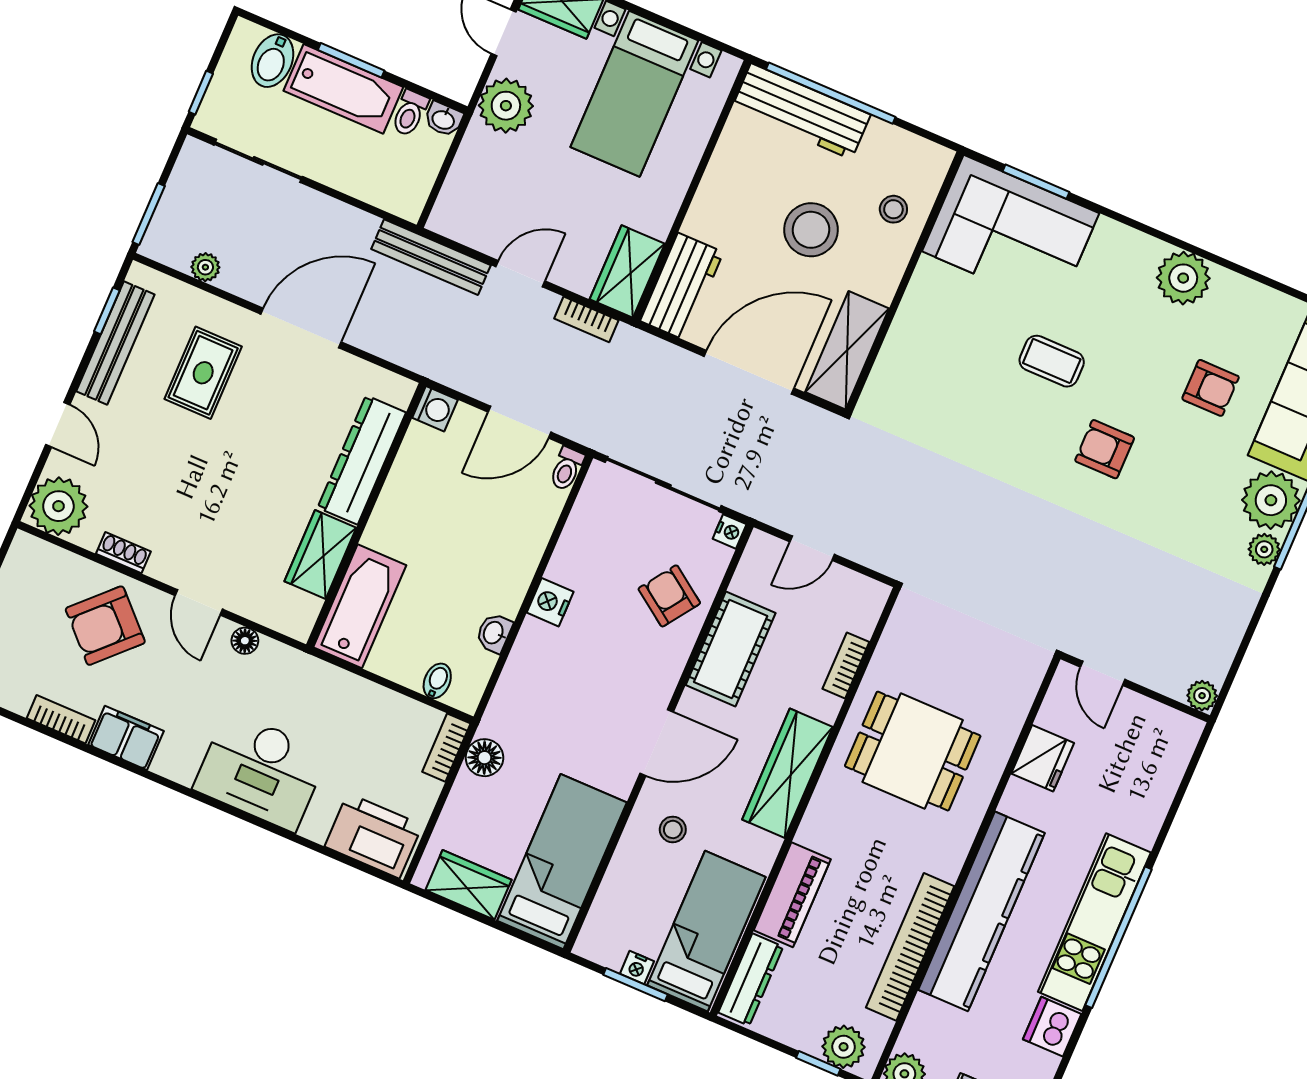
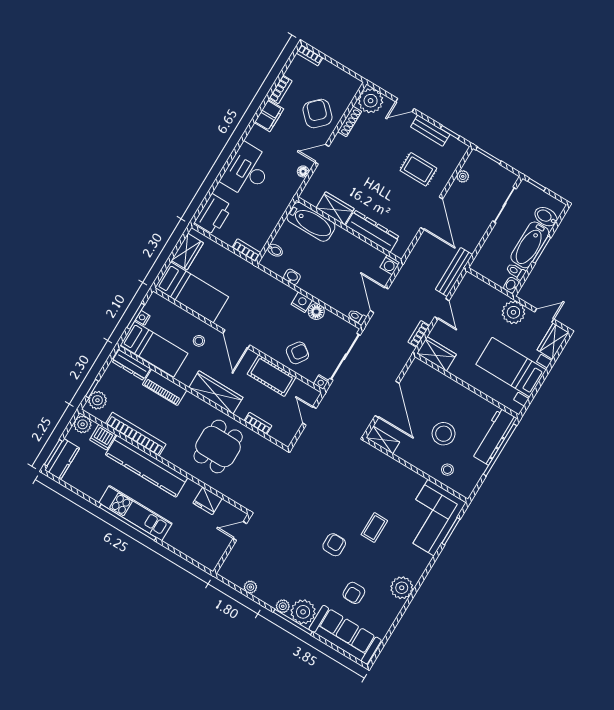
workbench: (682, 287) -> (427, 376), removed
bench: (115, 343) -> (430, 131), width x0.73
shelving: (847, 350) -> (383, 440), width x0.67, depth x0.75
shoe rack: (123, 553) -> (350, 122), width x1.43
plant: (1202, 696) -> (250, 587), moved
floor lamp: (484, 758) -> (316, 312), moved
dishwasher: (1052, 1027) -> (103, 437), moved, turned 180

